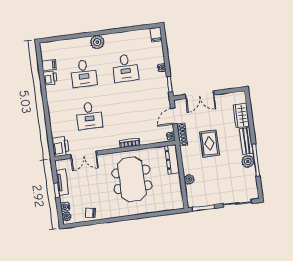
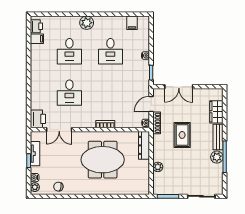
filing cabinet: (156, 34) -> (132, 23), moved
printer: (50, 78) -> (36, 26), moved
meeting table: (132, 179) -> (103, 160), turned 90

